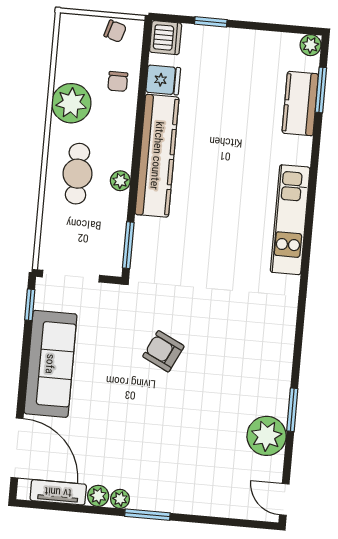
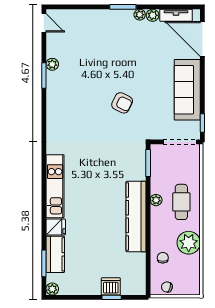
dishwasher: (166, 38) -> (111, 286), moved, turned 90
fridge: (163, 80) -> (56, 227), moved, turned 180
plant: (267, 436) -> (52, 64), width x0.53, depth x0.53

